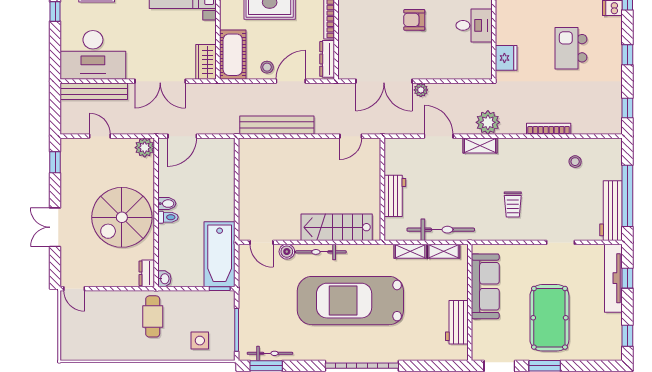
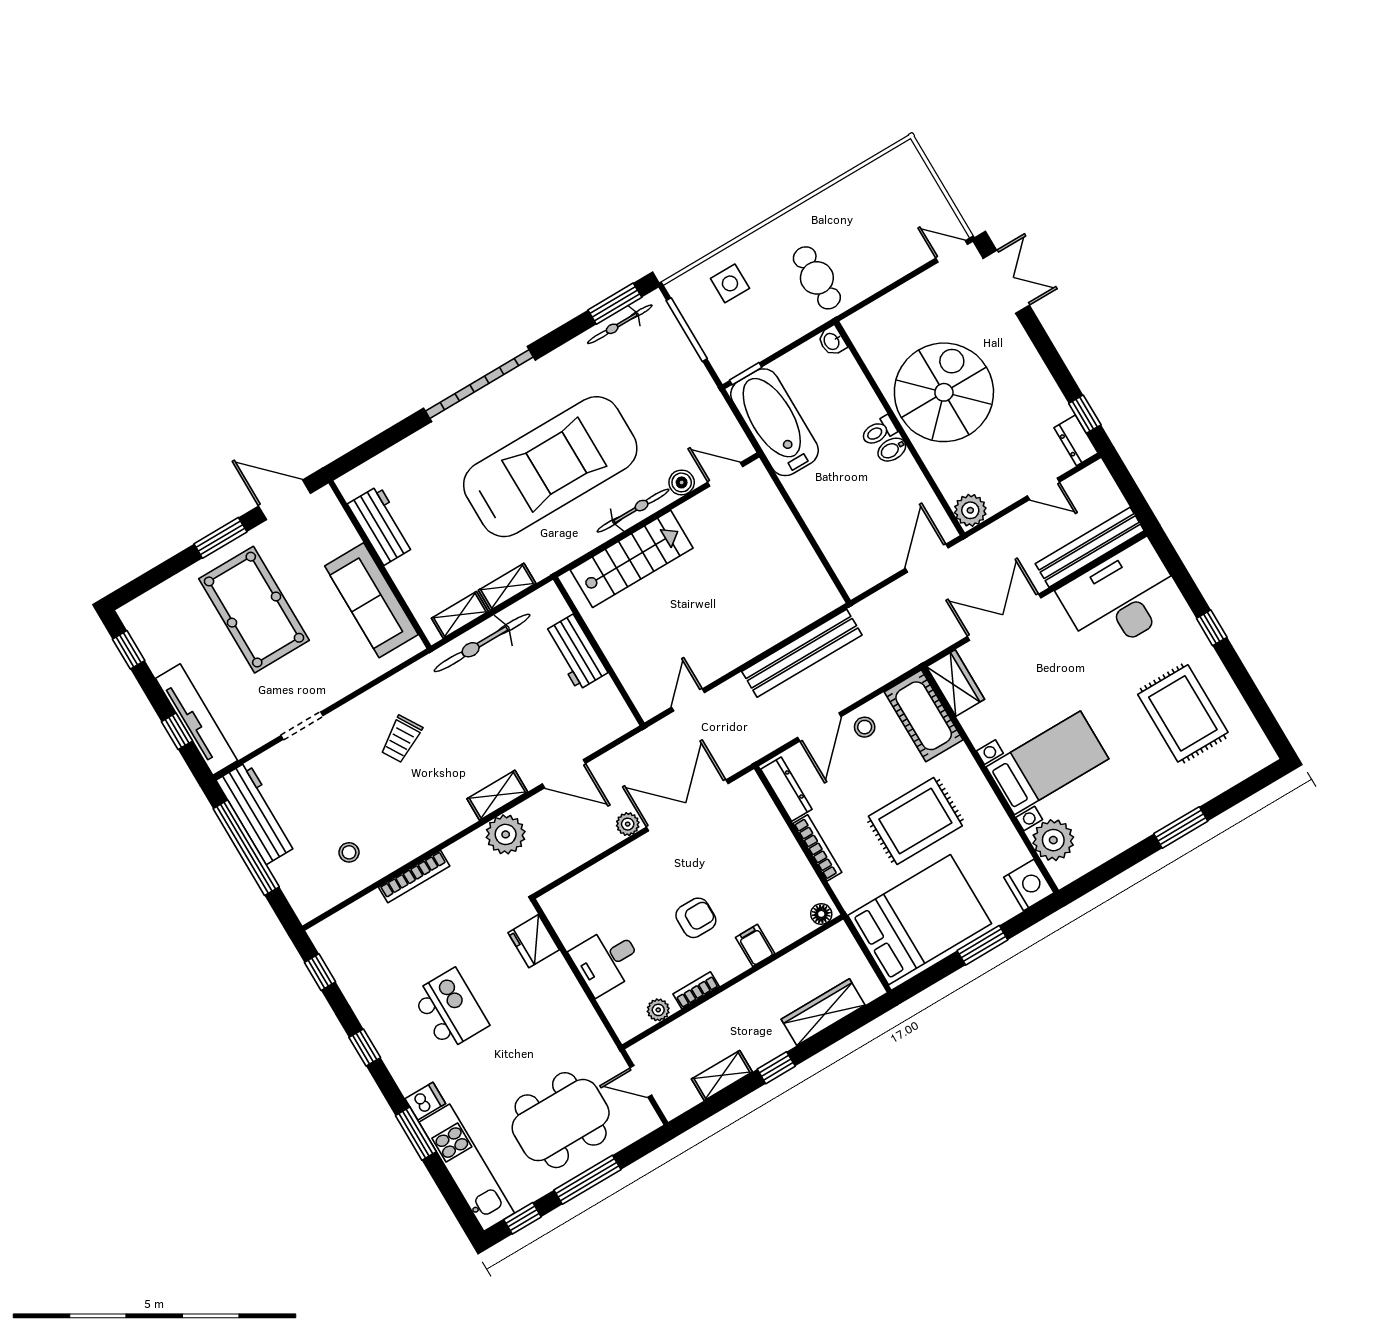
trolley: (513, 204) -> (401, 739), turned -121
double door: (55, 227) -> (1006, 282), moved
dresser: (147, 273) -> (1076, 440), moved, turned 180

